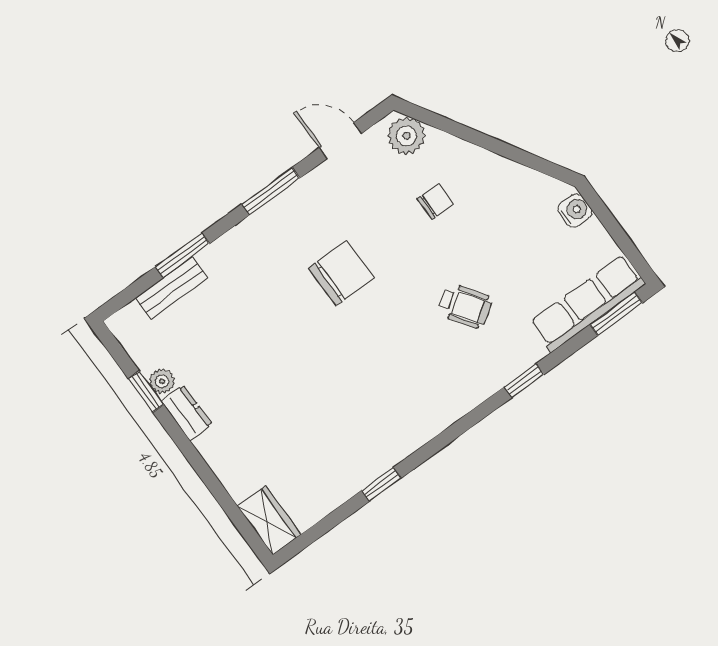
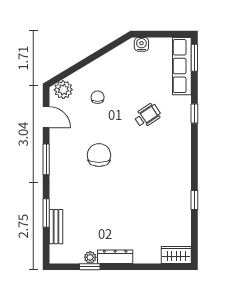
door: (340, 140) -> (46, 117), swing flipped
dresser: (187, 413) -> (115, 257), width x1.44

